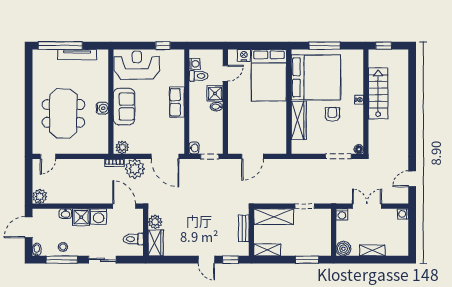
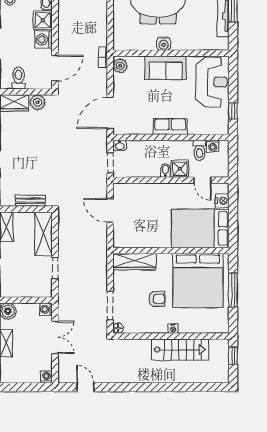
wardrobe: (299, 120) -> (134, 262), moved
plant: (135, 169) -> (97, 80), removed

